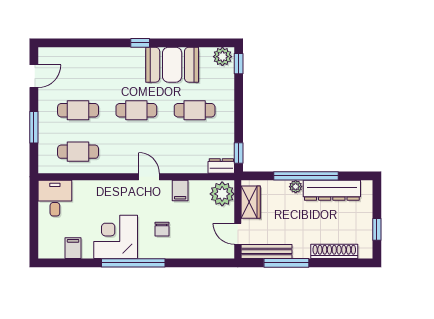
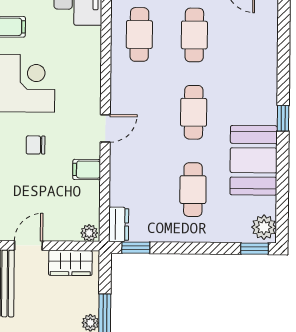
plant: (222, 194) -> (89, 233), width x0.53, depth x0.53

